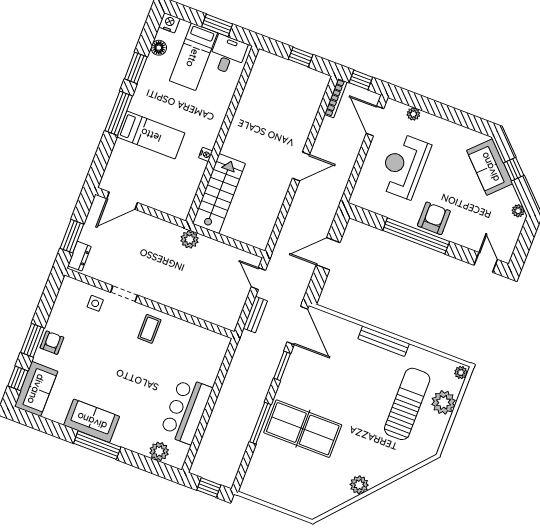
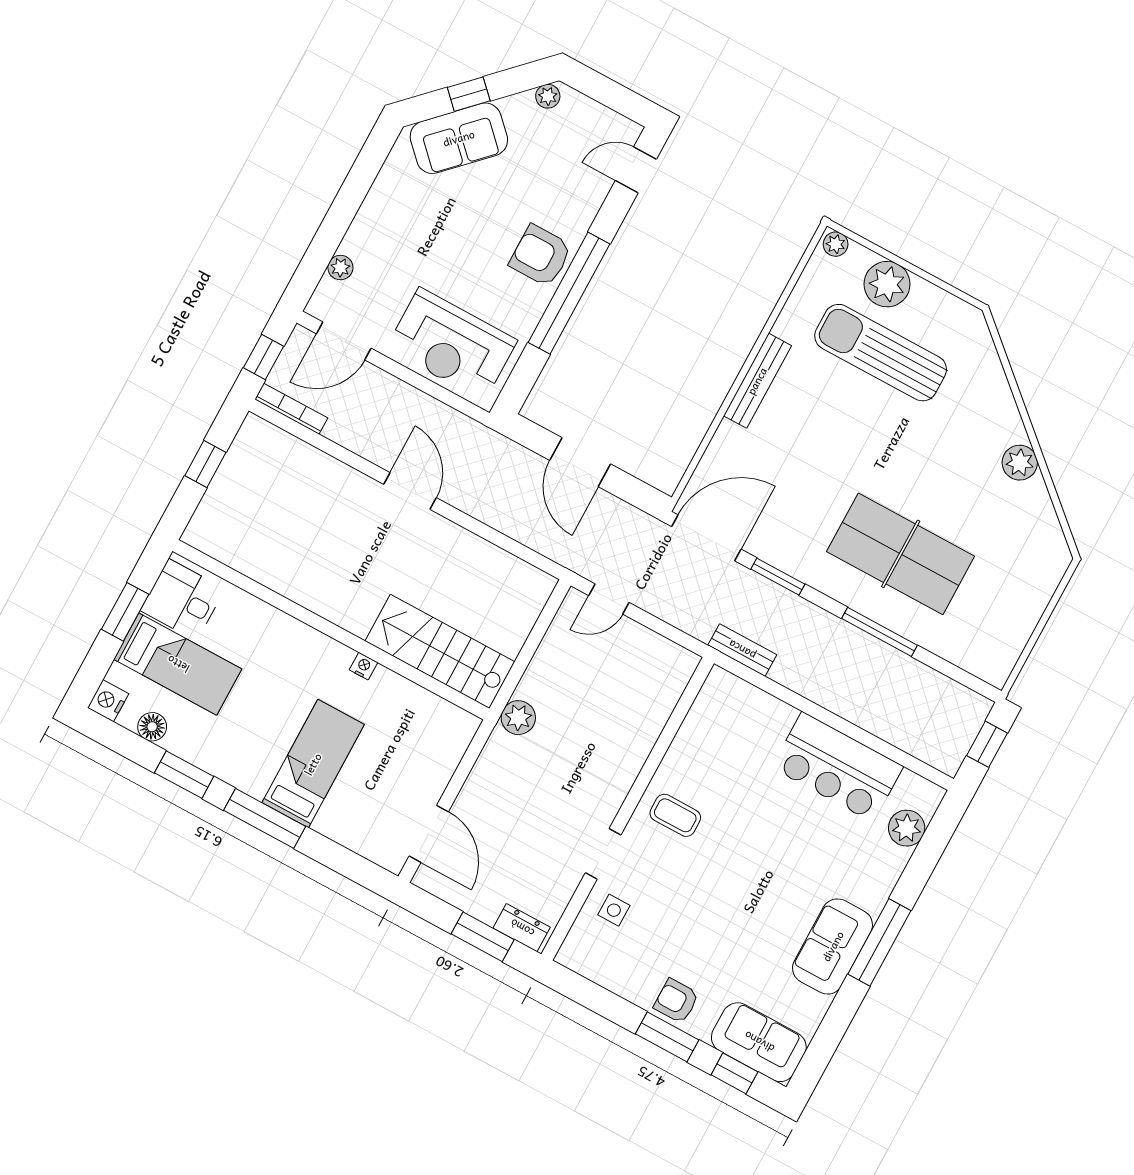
reception desk: (404, 166) -> (452, 344), moved
bench: (255, 315) -> (742, 650), moved
table tennis table: (303, 429) -> (901, 554), turned 90

